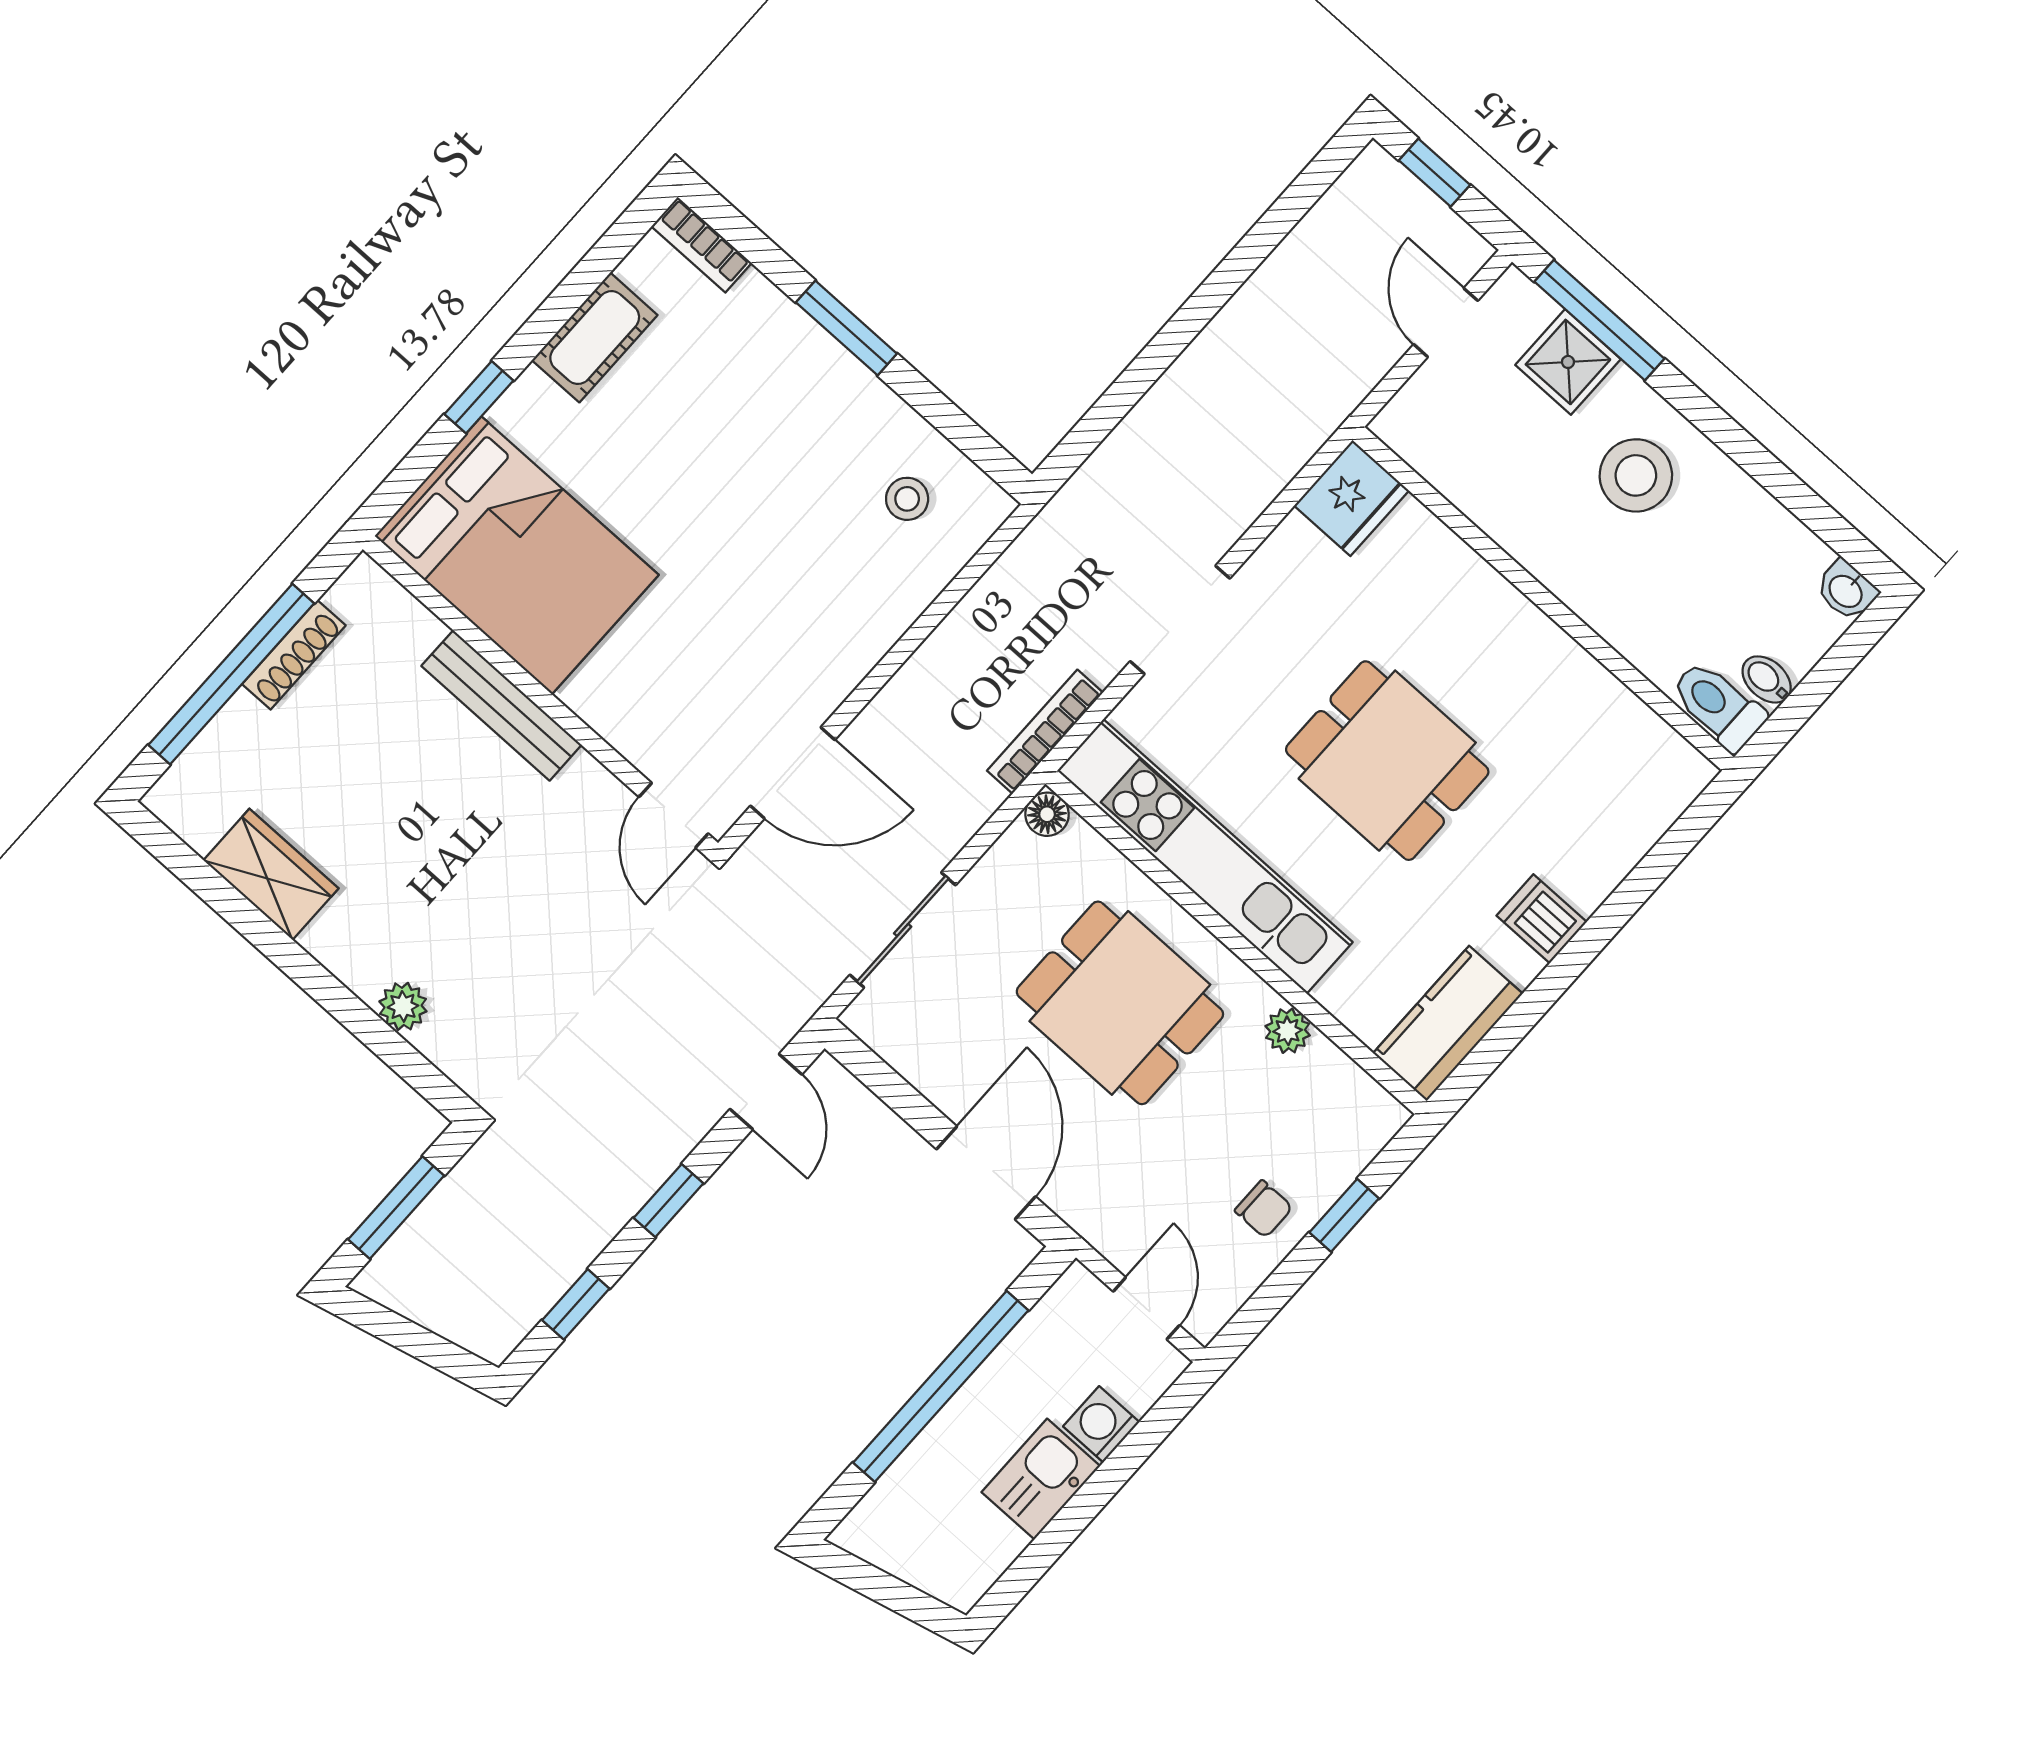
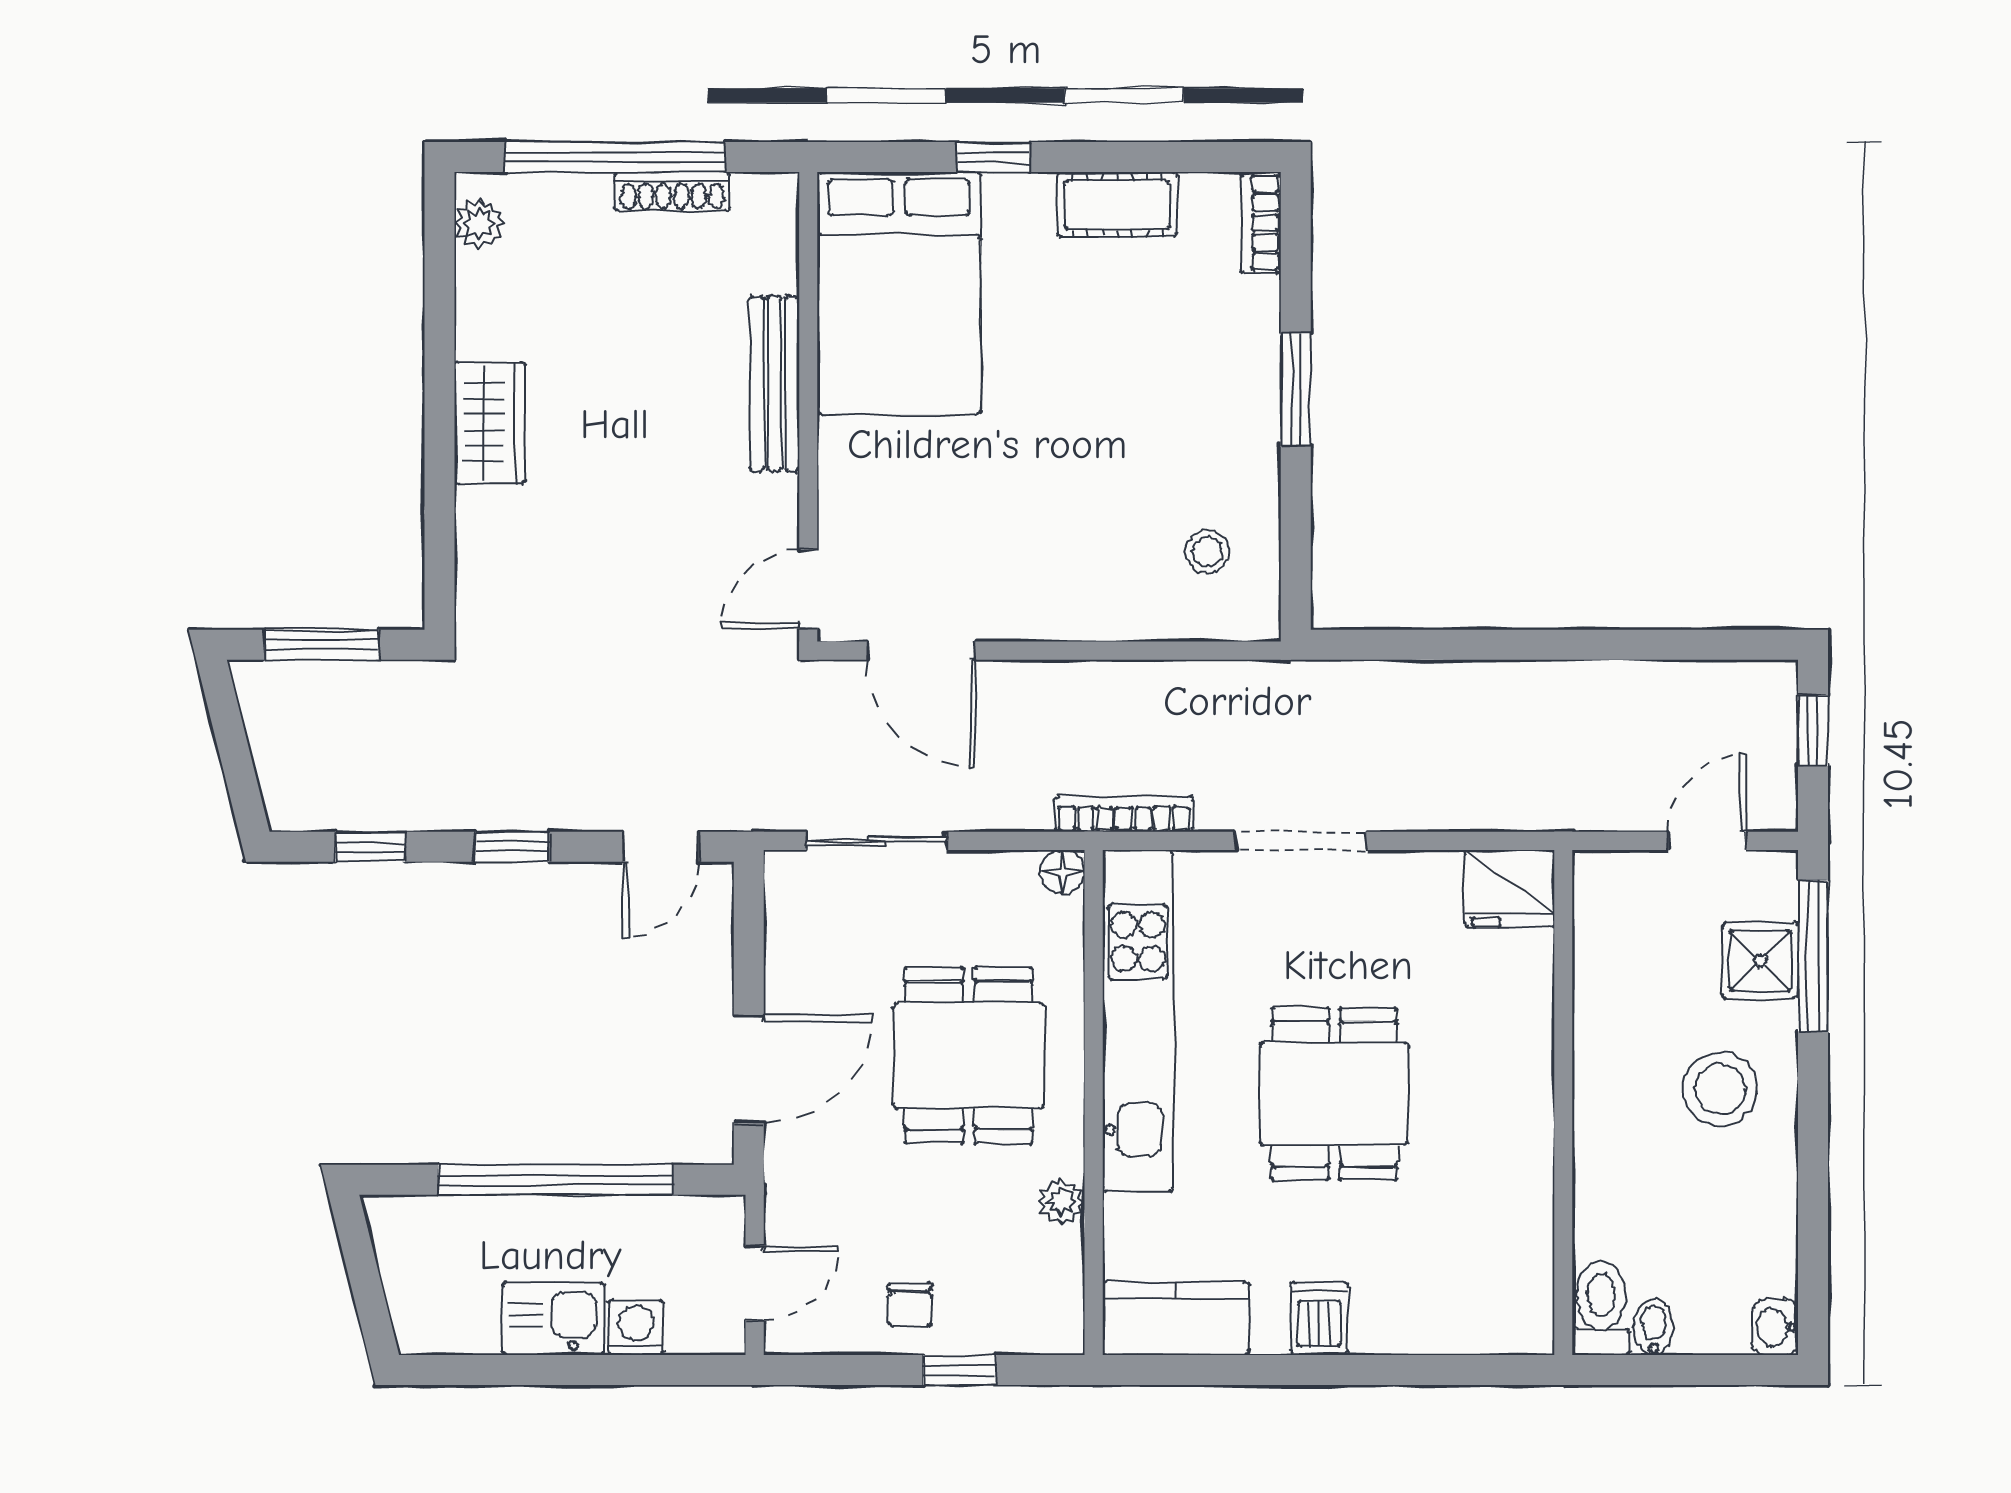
wardrobe: (271, 874) -> (490, 423), moved
plant: (403, 1006) -> (479, 223), moved

